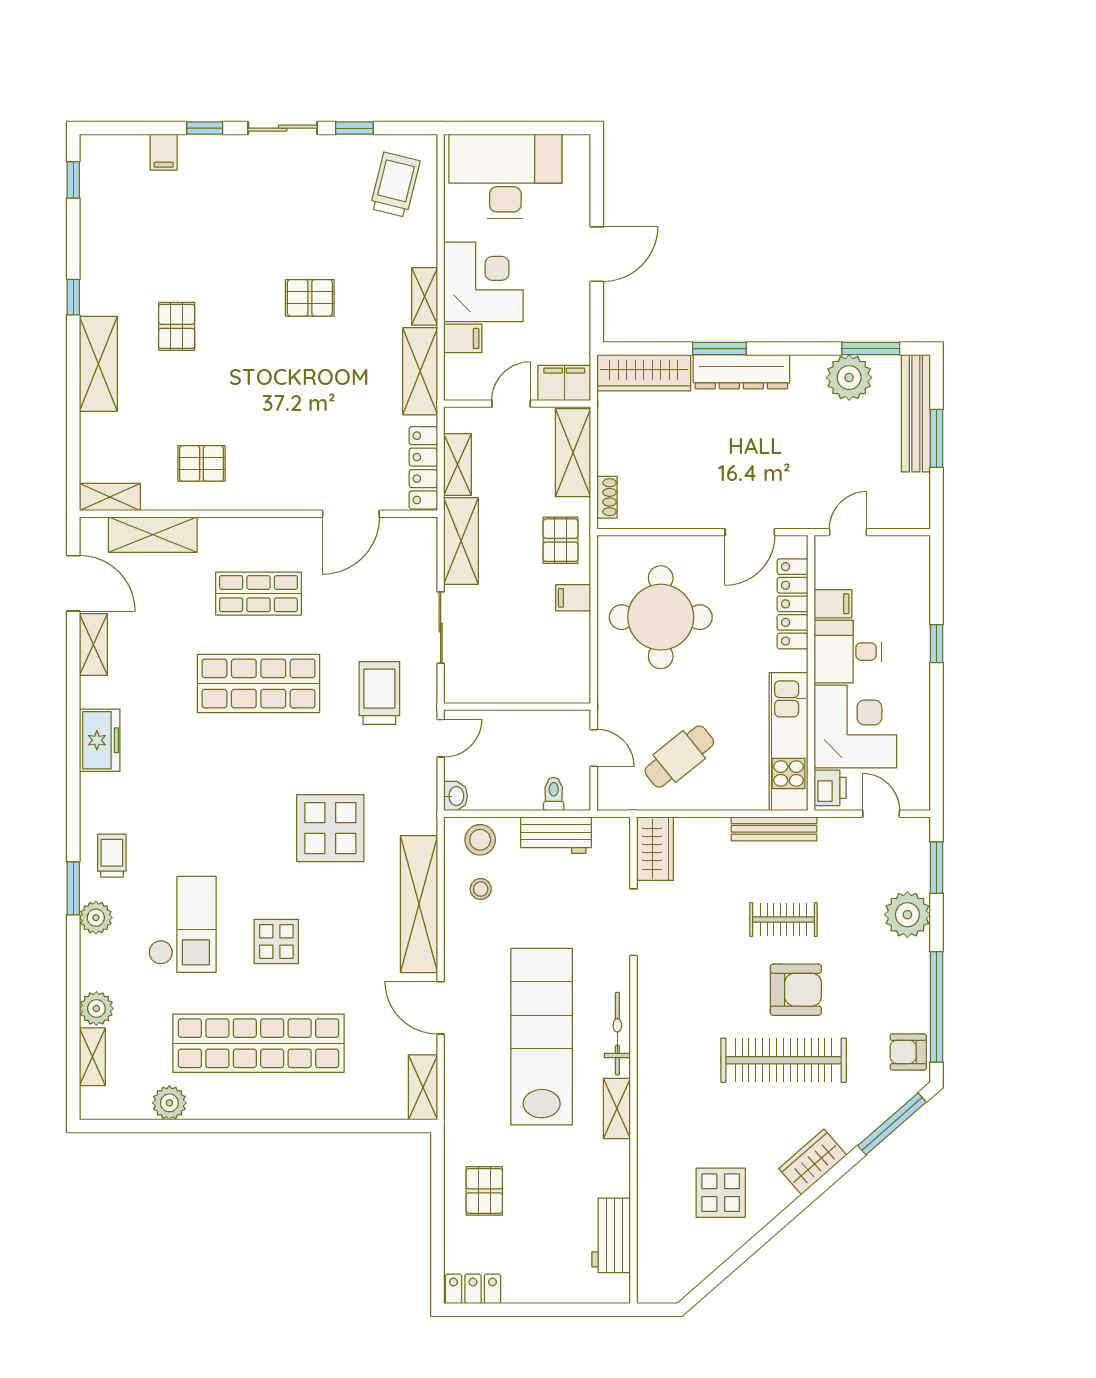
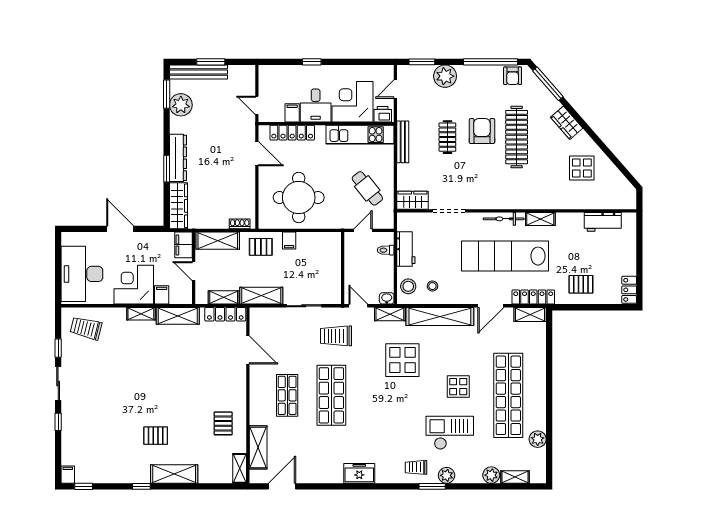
filing cabinet: (164, 152) -> (68, 475), moved, turned -90
pallet: (310, 298) -> (142, 370), removed
shelving: (93, 645) -> (390, 314), moved
locker: (458, 1094) -> (533, 297), added

